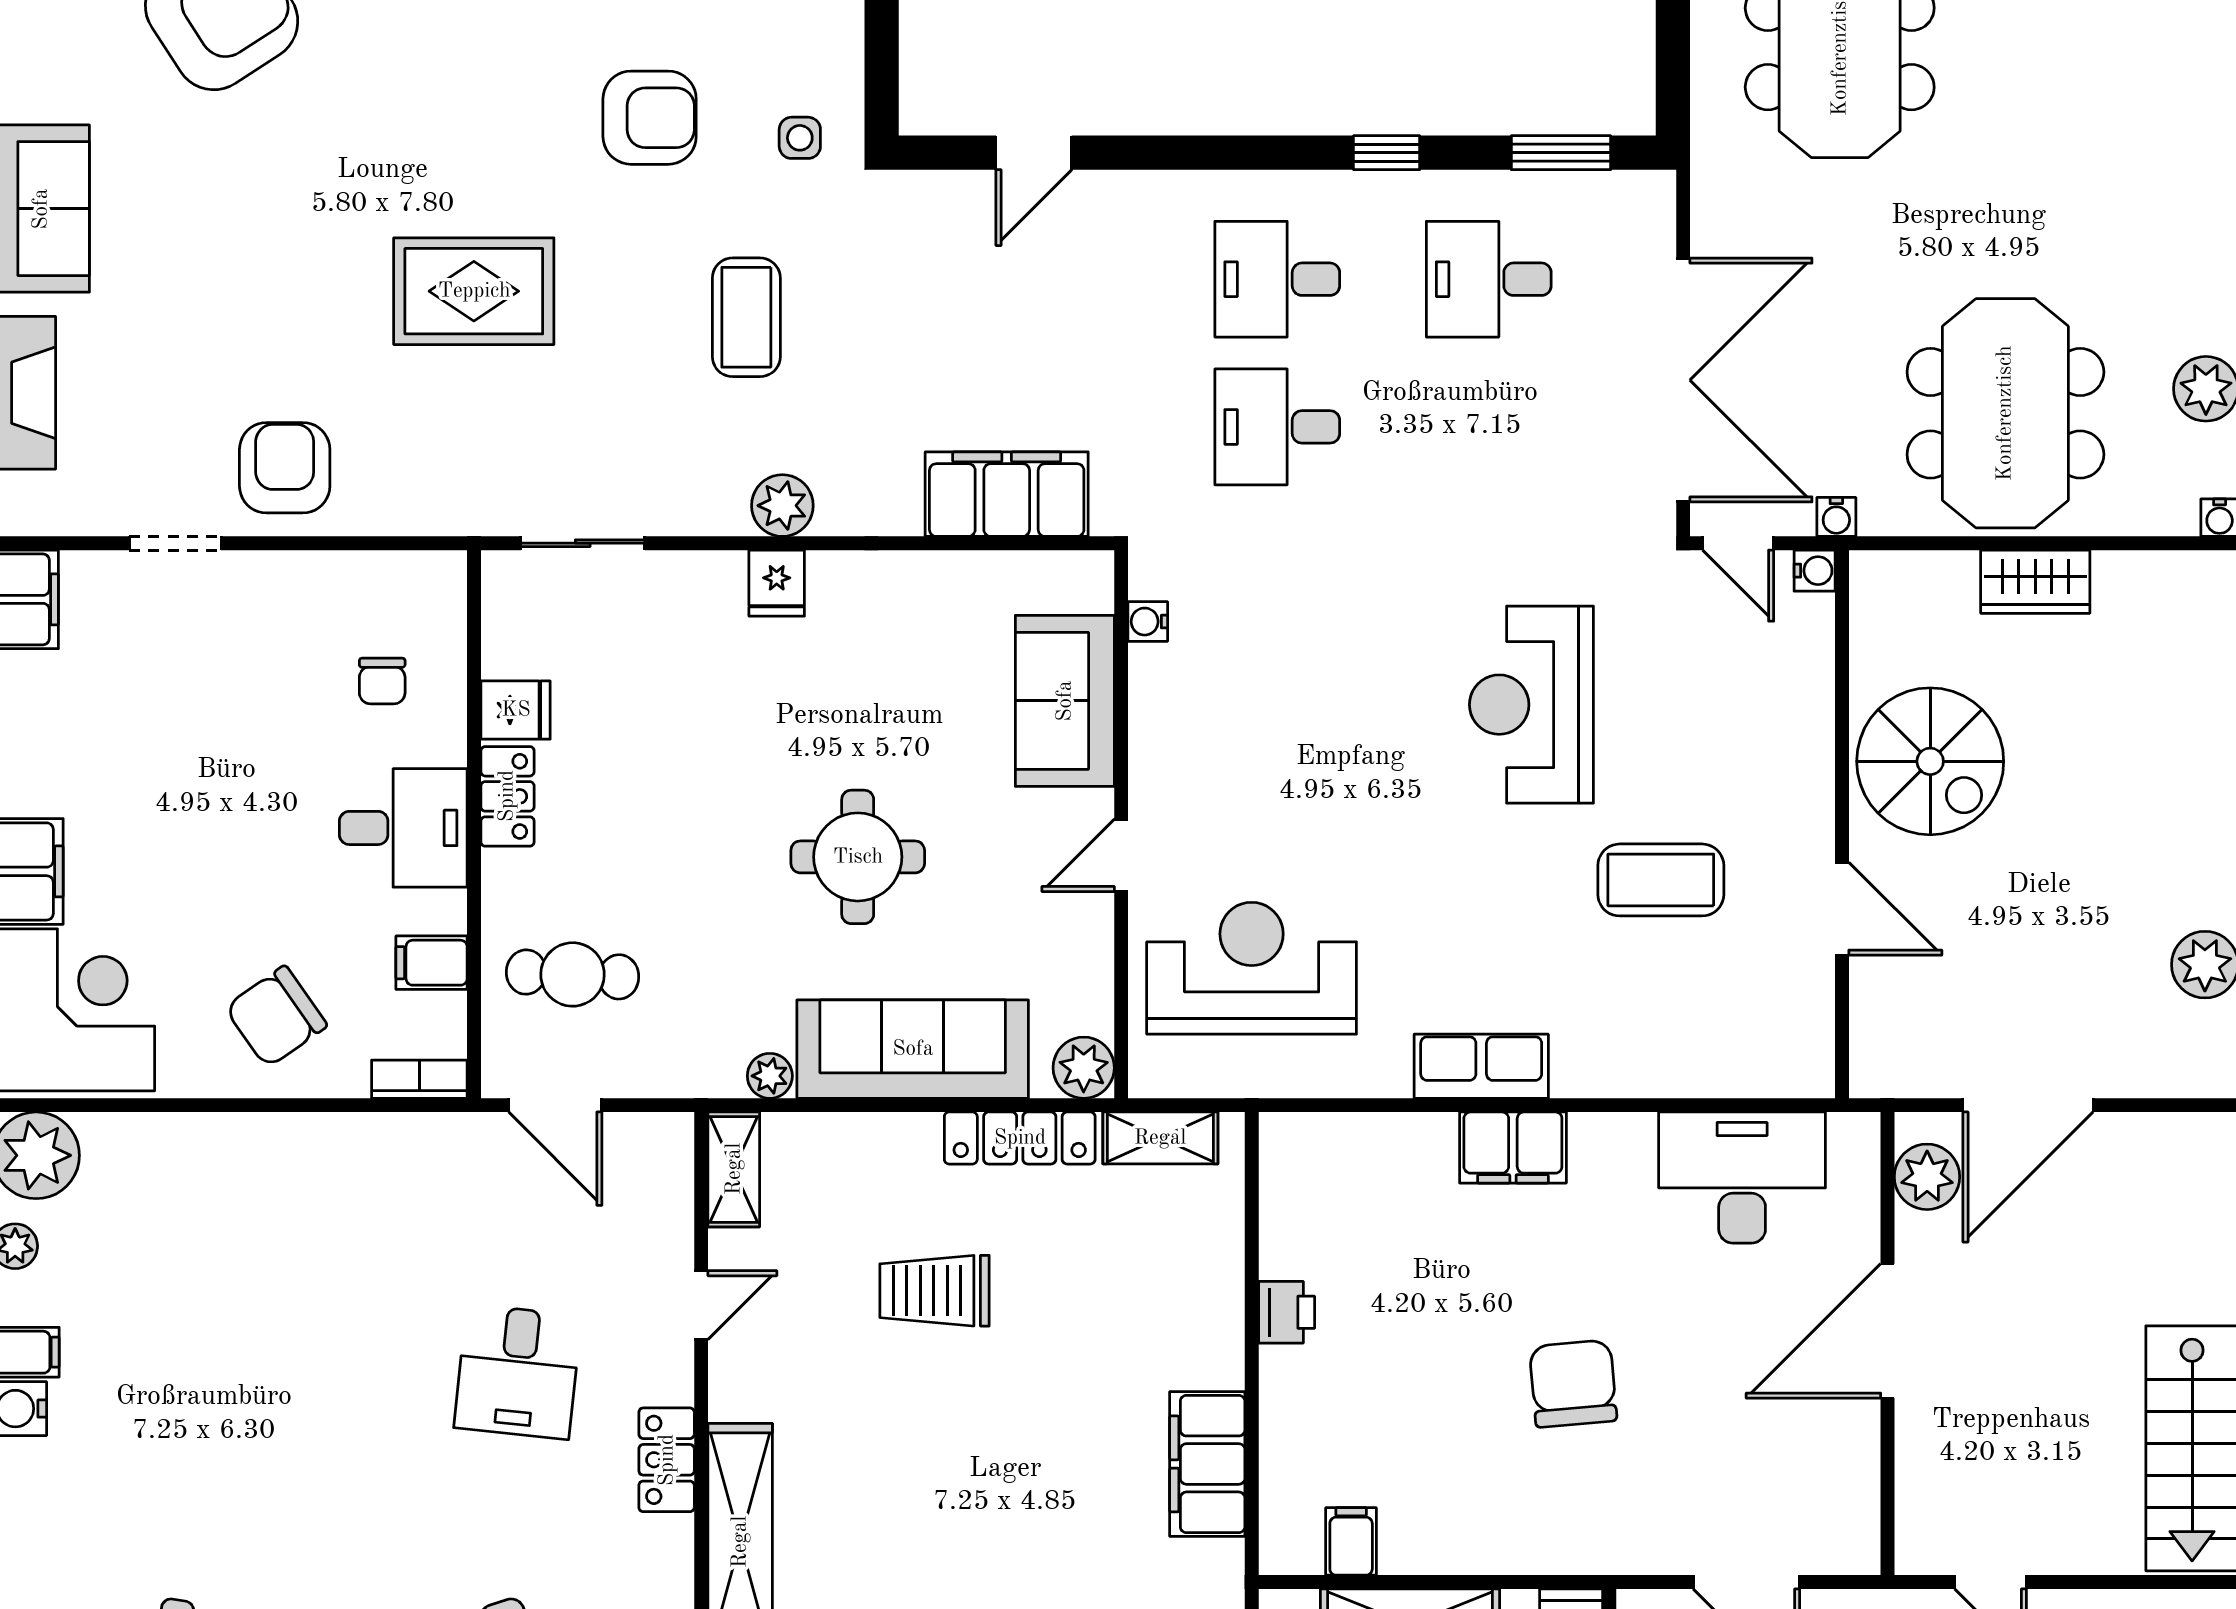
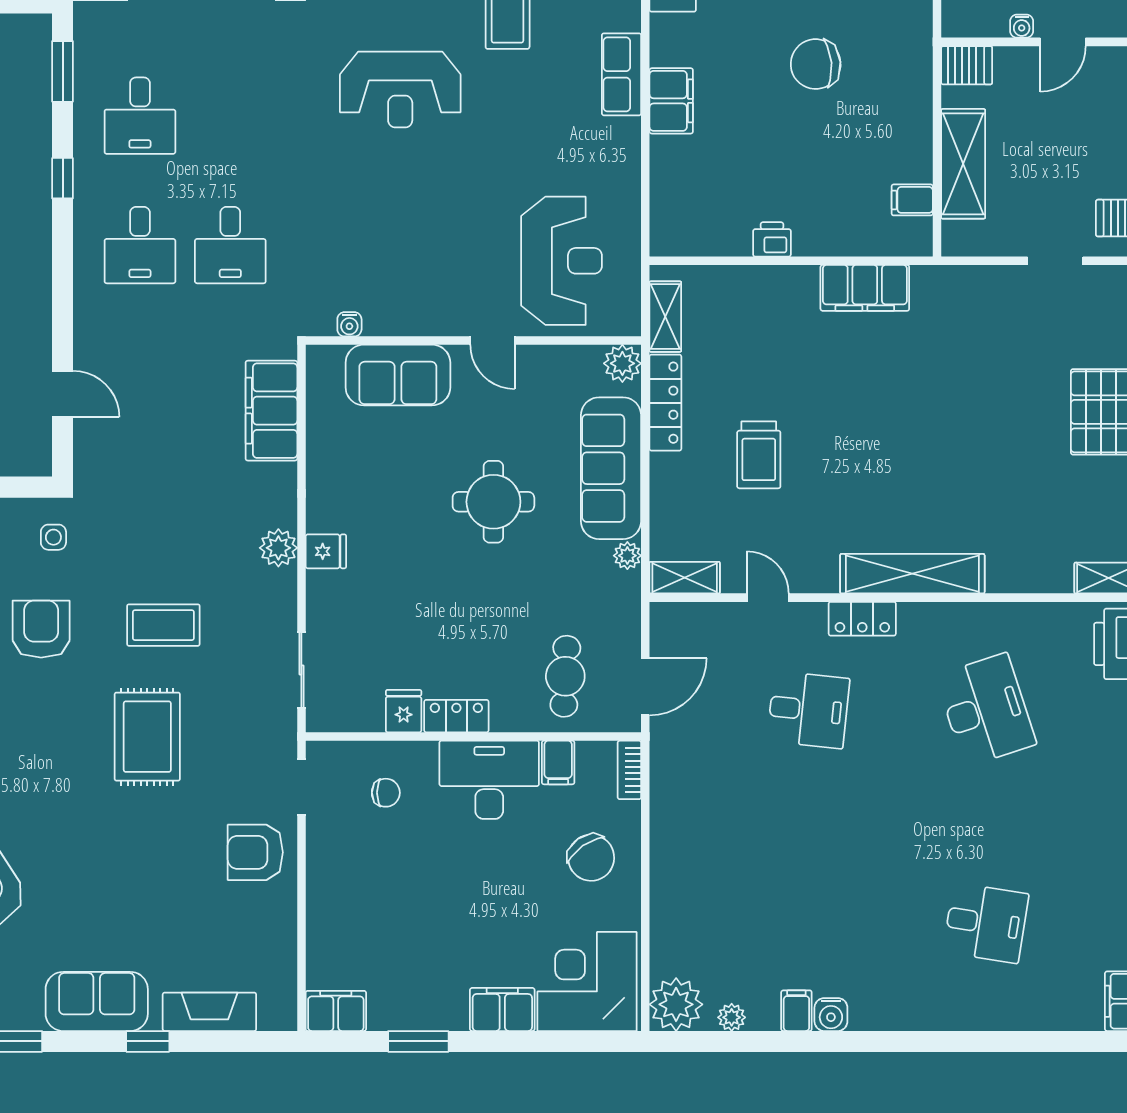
coffee table: (746, 317) -> (163, 625), moved
doorway: (175, 543) -> (301, 787), moved
desk: (403, 828) -> (489, 780), width x1.37
reception desk: (1252, 968) -> (562, 261), turned 180
row of seats: (1481, 1066) -> (621, 74), moved

